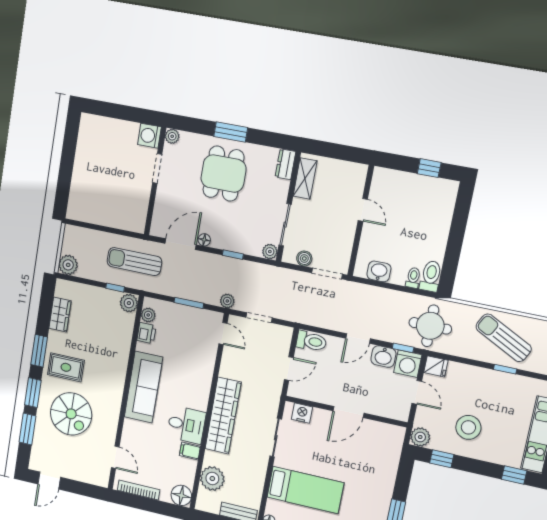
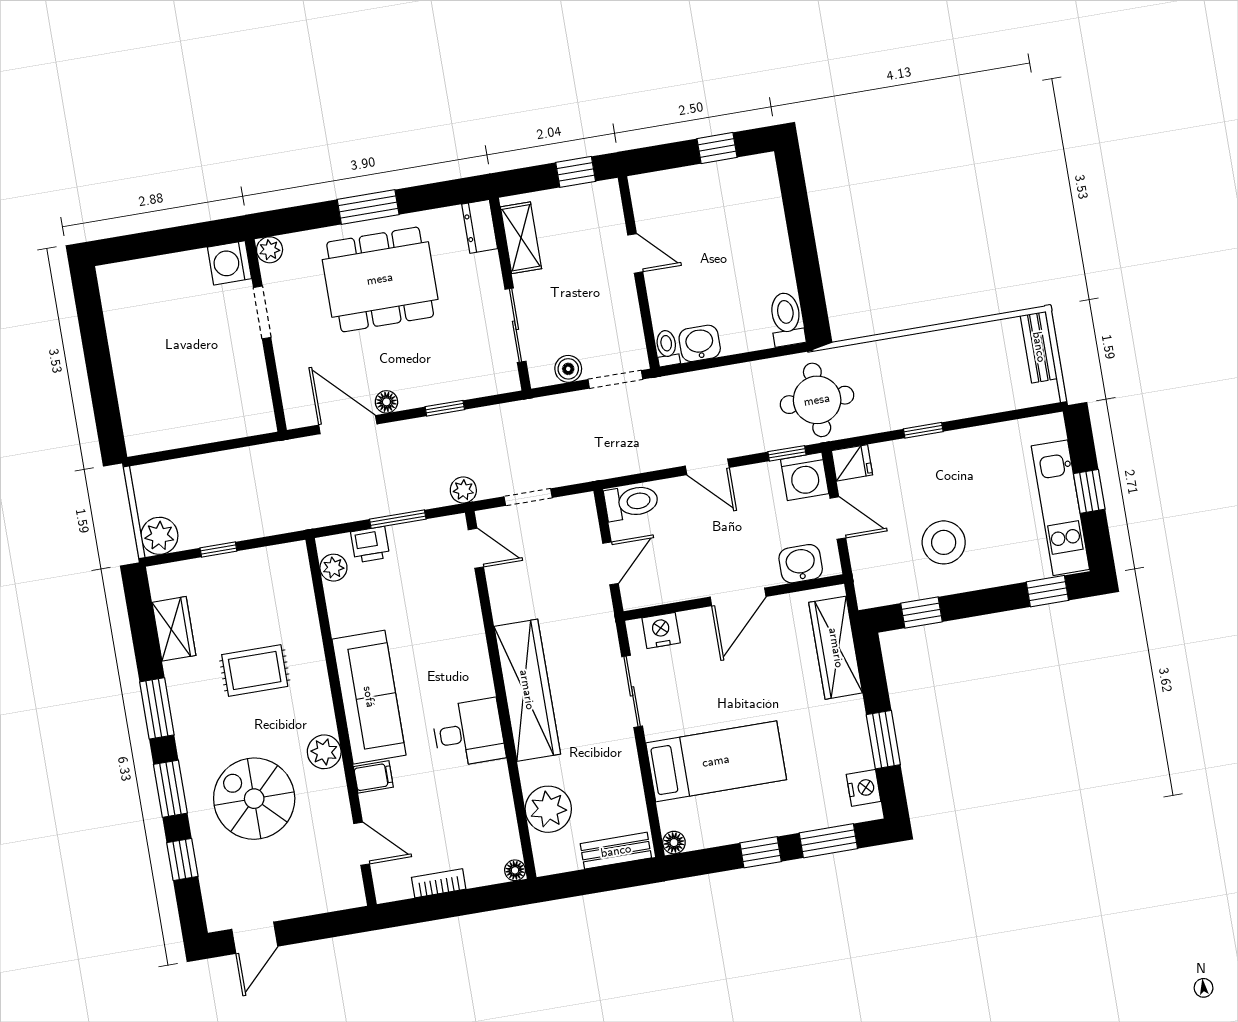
window: (347, 153) -> (576, 172), added
dining table: (223, 174) -> (380, 279), width x1.38
door: (181, 244) -> (348, 425), hinge flipped
plant: (270, 252) -> (506, 379), removed
sun lounger: (134, 262) -> (277, 485), removed
toilet: (413, 278) -> (667, 348), moved
window: (115, 288) -> (218, 549), moved
plant: (129, 303) -> (324, 752), moved
printer: (146, 333) -> (370, 545), moved, turned 90
door: (358, 338) -> (707, 467), hinge flipped
sun lounger: (504, 338) -> (941, 374), removed
washbasin: (383, 357) -> (801, 564), moved, turned 180
rug: (66, 367) -> (255, 670), moved
window: (505, 369) -> (923, 430), moved
spiral stairs: (71, 414) -> (254, 799), turned 180
window: (28, 429) -> (182, 859), width x0.67
plant: (420, 437) -> (872, 590), removed
filing cabinet: (190, 451) -> (373, 777), moved, turned 180
wardrobe: (389, 458) -> (836, 648), added
bookcase: (139, 490) -> (439, 883), width x0.64
floor lamp: (181, 495) -> (515, 870), width x0.53, depth x0.53

